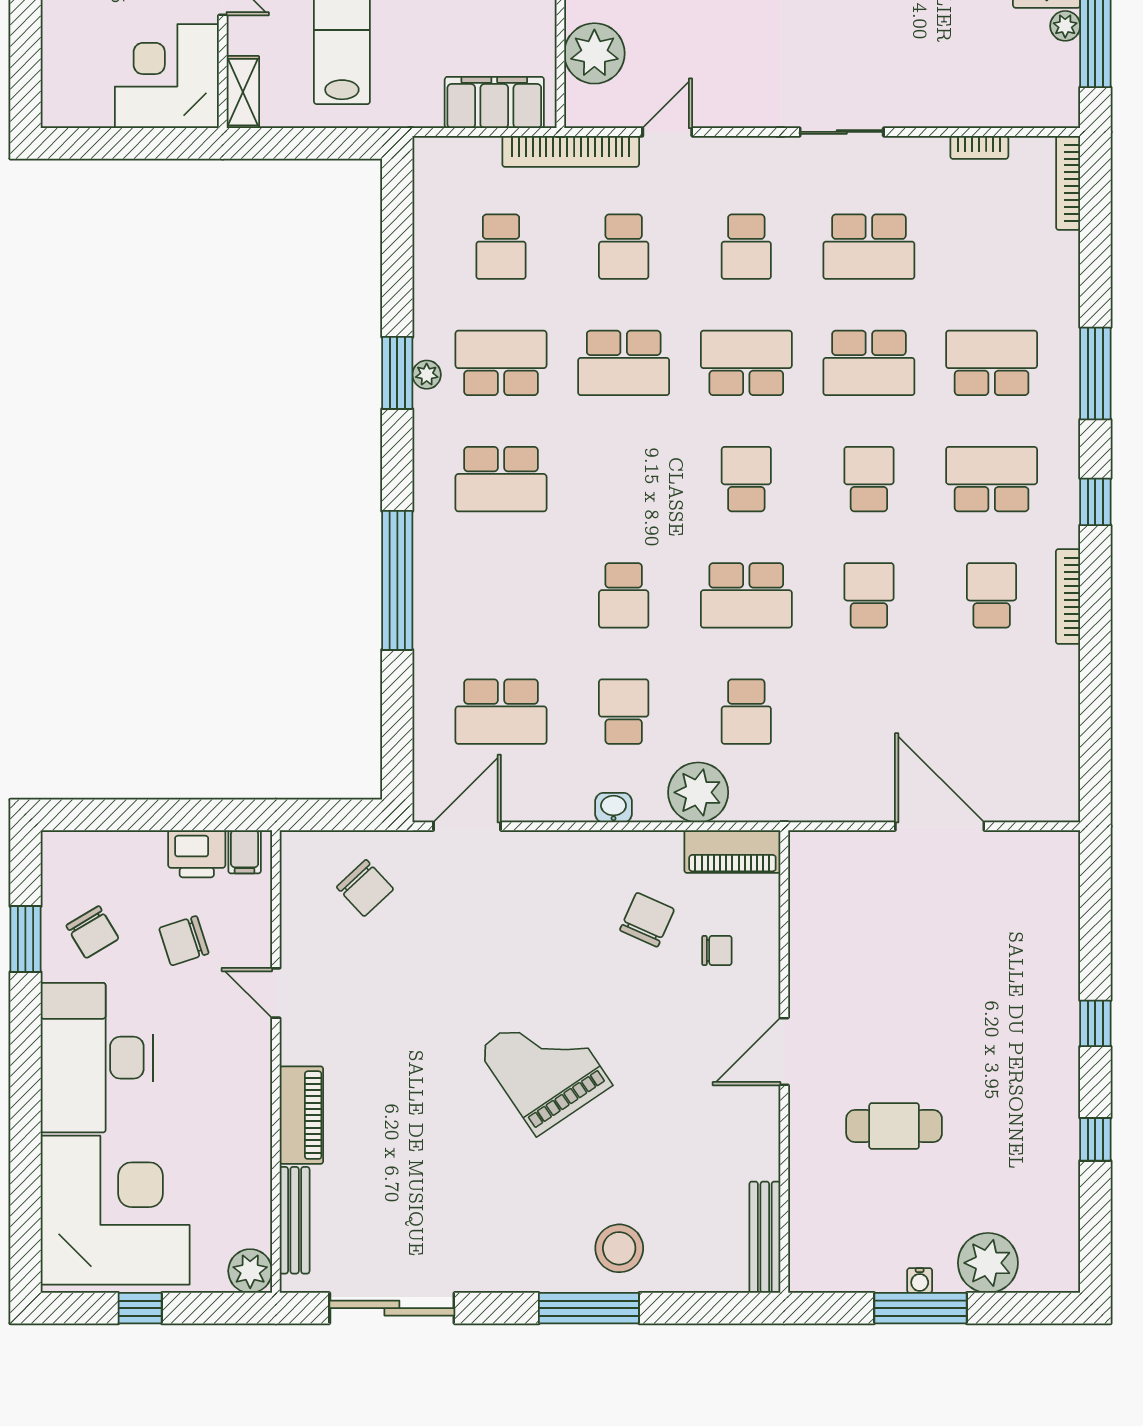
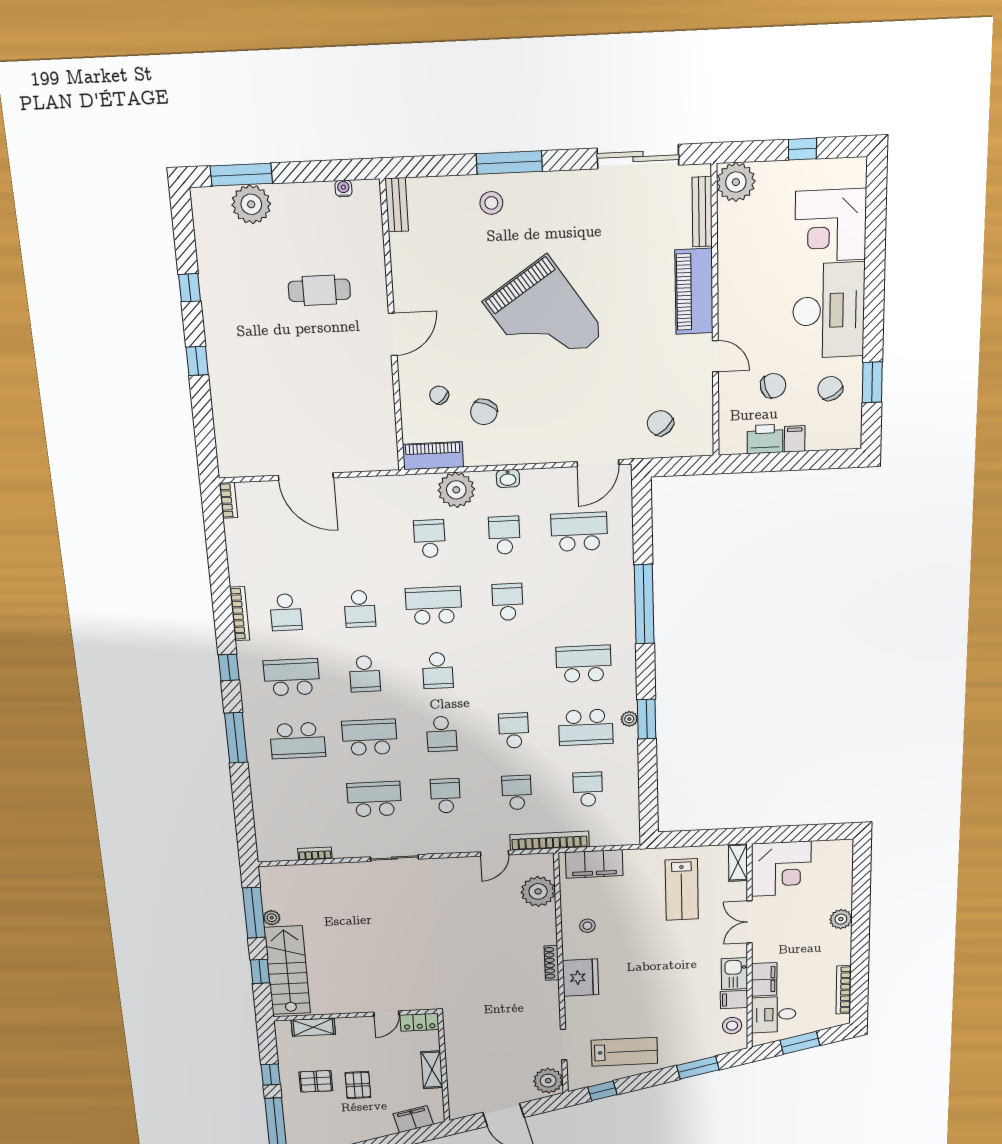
bookcase: (1068, 183) -> (228, 500), moved, width x0.64
school desk: (624, 363) -> (514, 731), width x0.54
school desk: (746, 363) -> (442, 734), width x0.54
school desk: (992, 479) -> (292, 677), turned 180
school desk: (624, 712) -> (504, 535), turned 180
filing cabinet: (245, 852) -> (795, 439), moved
chair: (717, 951) -> (439, 395), turned 44
grand piano: (545, 1067) -> (544, 318), width x1.37, depth x1.48
piano: (301, 1115) -> (694, 292), width x1.37, depth x1.33
corner desk: (115, 1210) -> (831, 225), width x0.74, depth x0.74
bench: (765, 1237) -> (397, 205), width x0.73
stool: (619, 1248) -> (491, 203), width x0.73, depth x0.73
plant: (250, 1271) -> (736, 182), width x1.36, depth x1.36
water cooler: (920, 1280) -> (343, 188), moved
window: (920, 1308) -> (241, 175), moved

